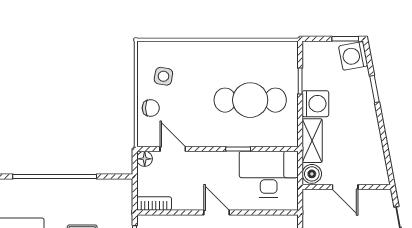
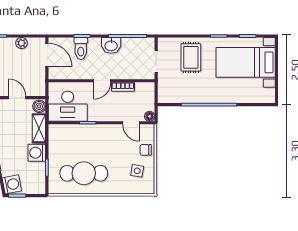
cafe table: (250, 100) -> (84, 173), moved
bookcase: (154, 204) -> (123, 87), moved
door: (217, 213) -> (102, 81), hinge flipped

